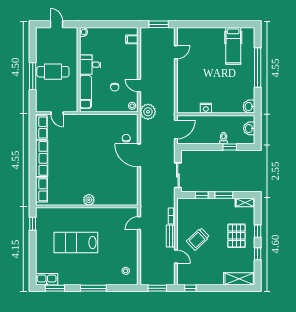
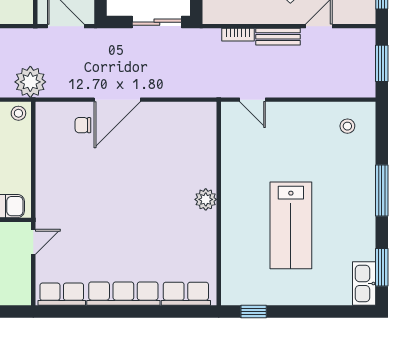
door: (57, 113) -> (33, 242), moved

